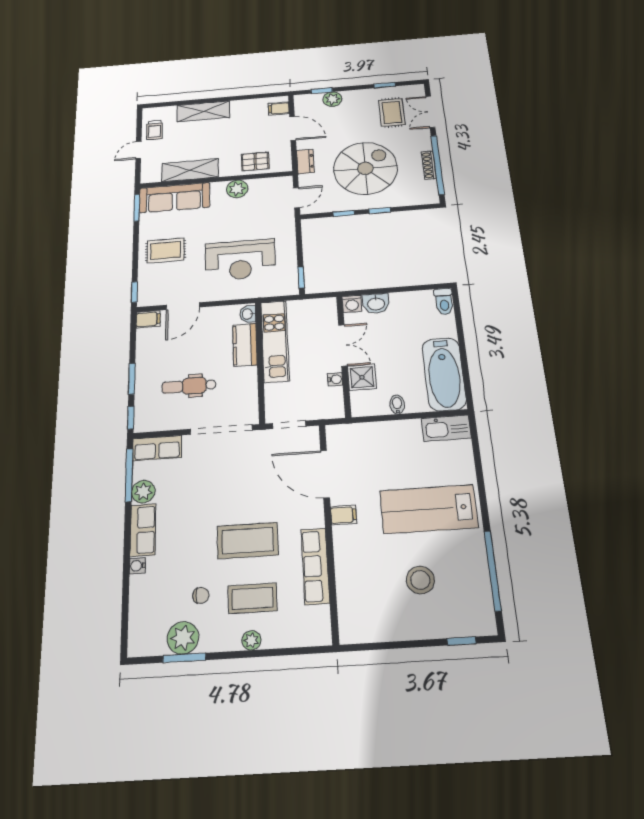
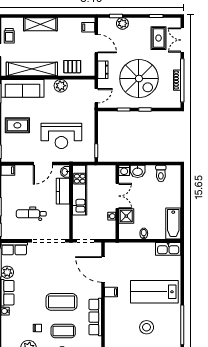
spiral stairs: (365, 168) -> (139, 79), turned 90
shelving: (190, 170) -> (32, 69), width x1.47
toilet: (444, 302) -> (161, 174), moved
door: (183, 306) -> (43, 164), moved
bathtub: (444, 374) -> (173, 223), width x0.73, depth x0.73

